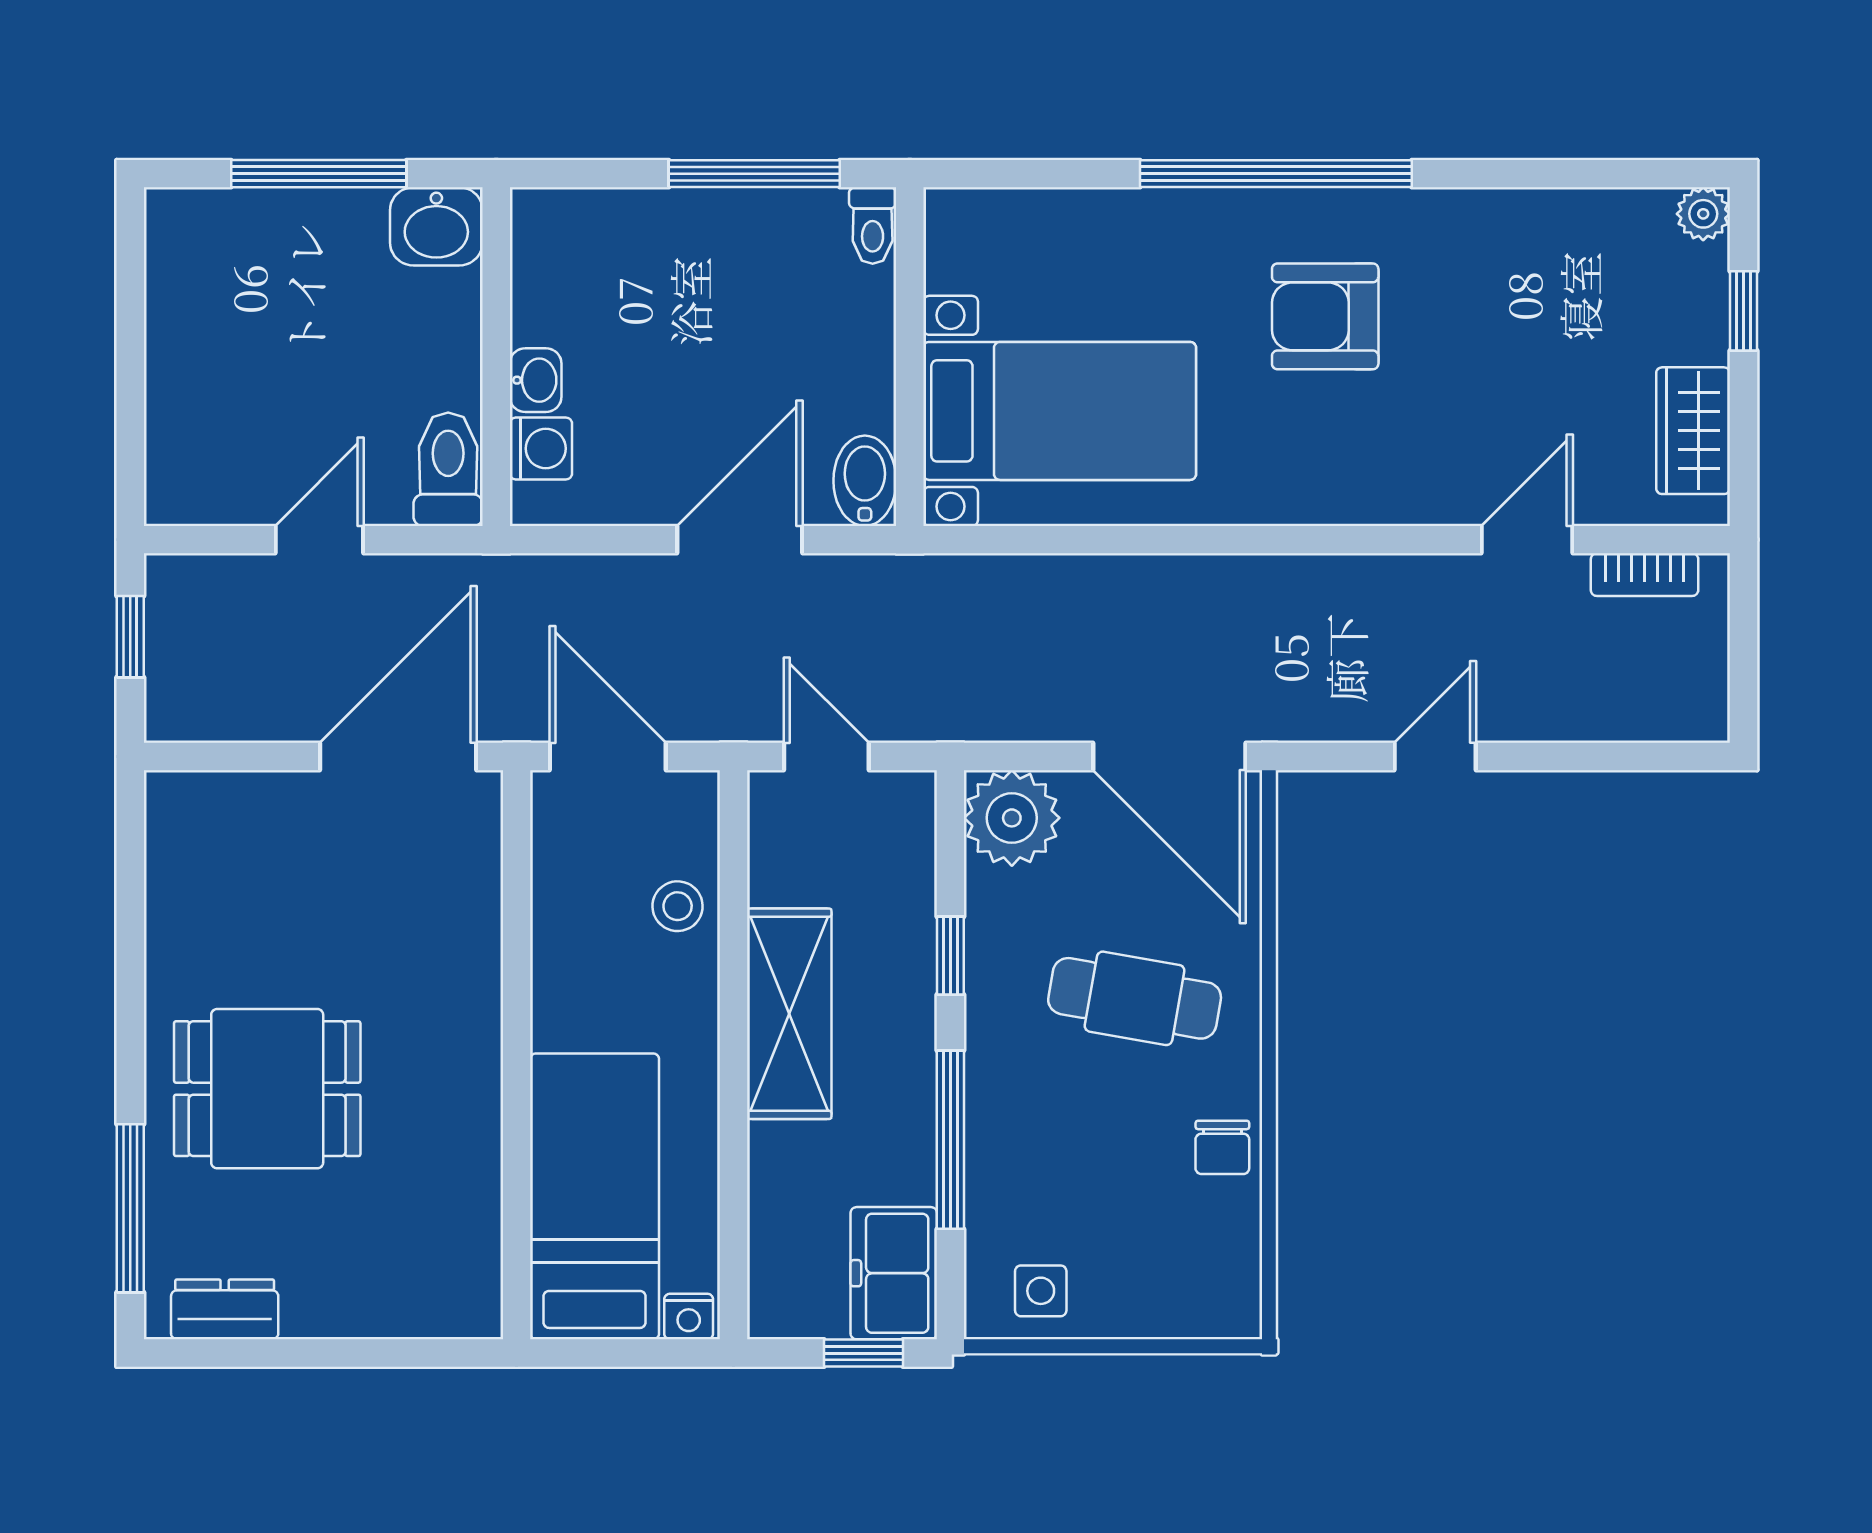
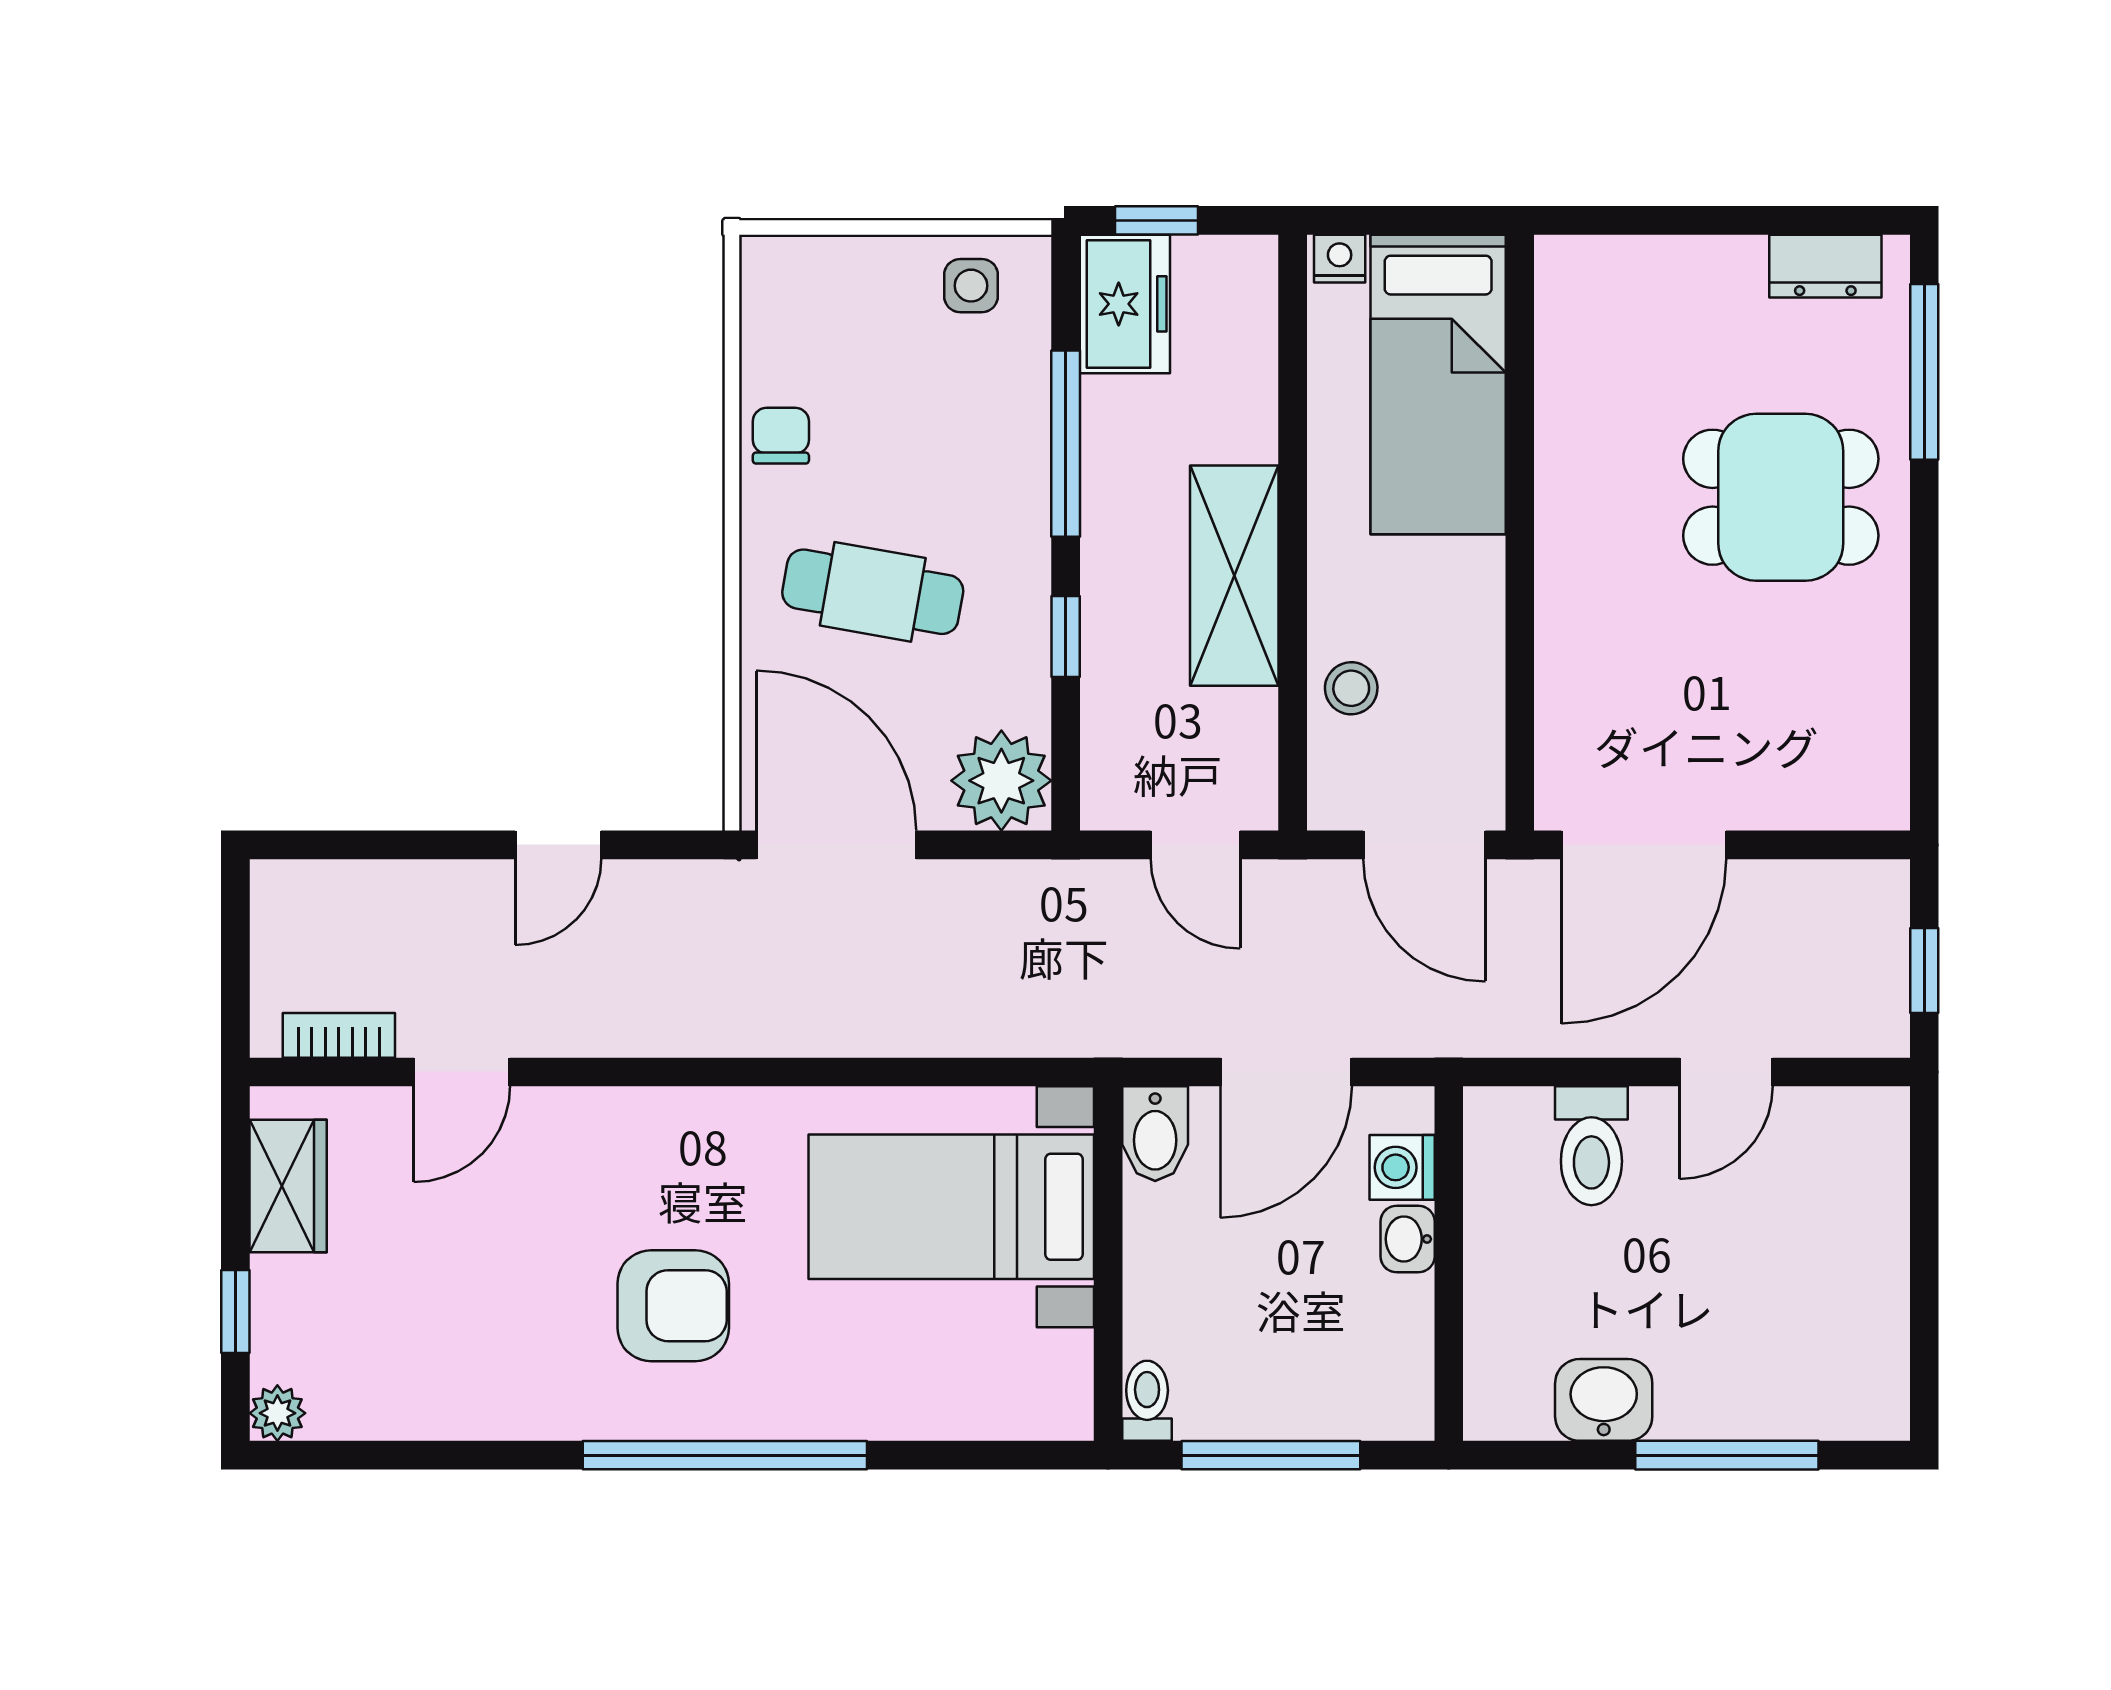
wall: (496, 357) -> (1449, 1264), moved
washbasin: (536, 380) -> (1408, 1239), moved
washing machine: (541, 448) -> (1402, 1167), moved

